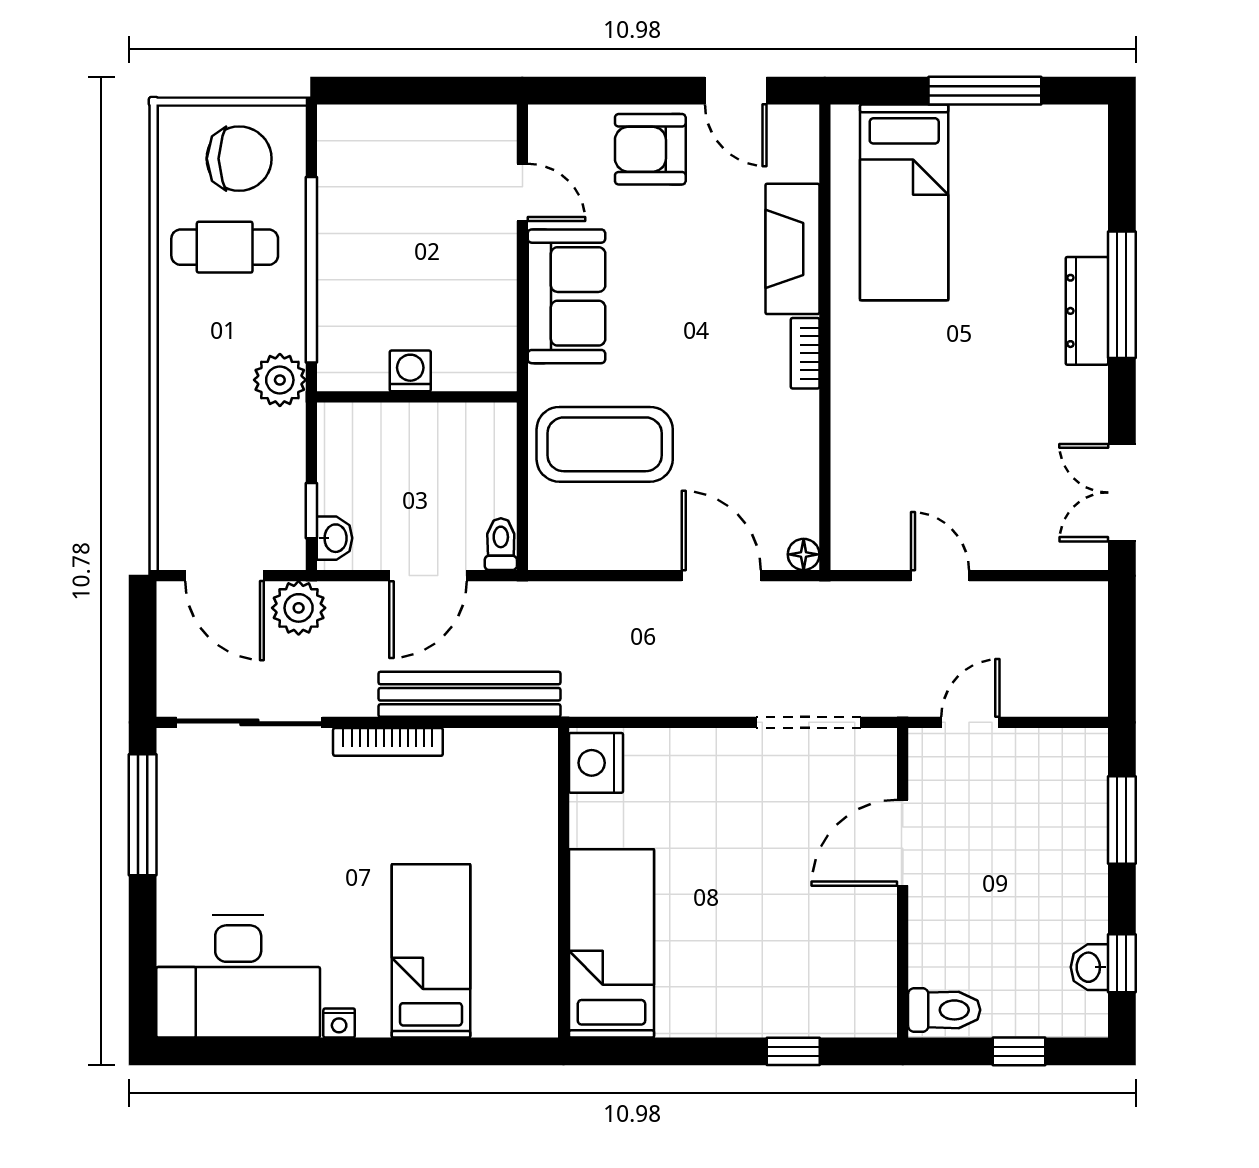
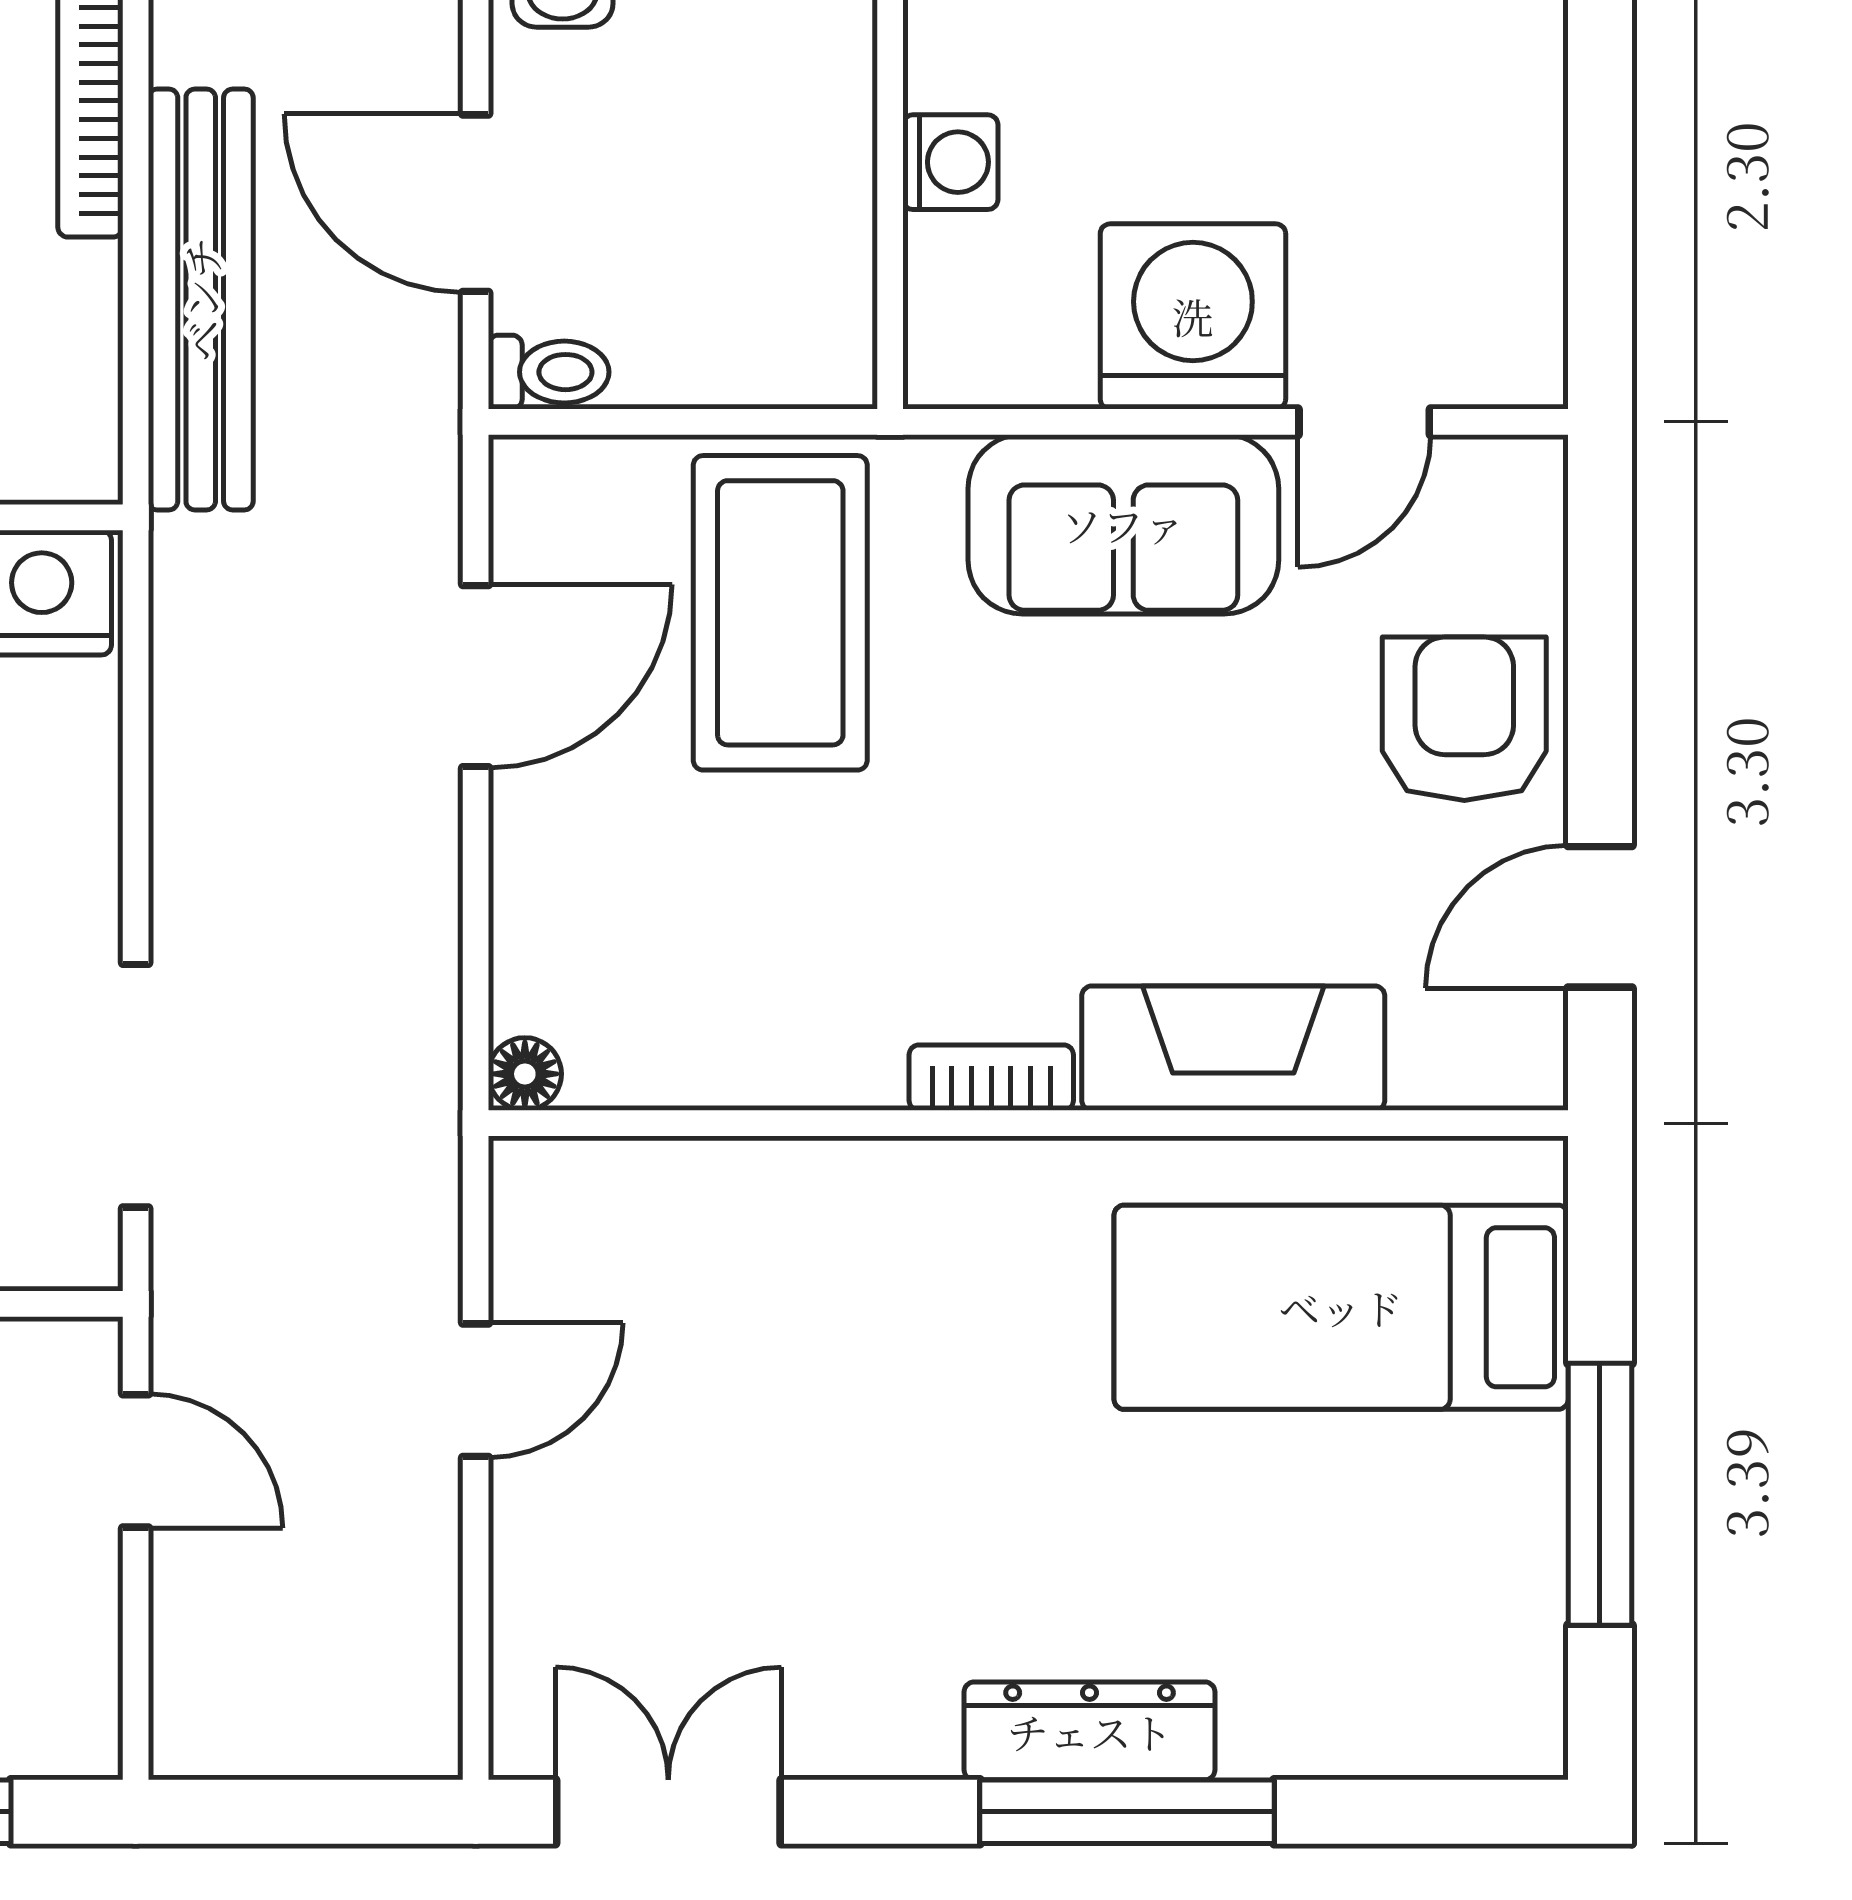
washing machine: (477, 266) -> (1193, 316), added
door: (721, 576) -> (476, 676), moved

